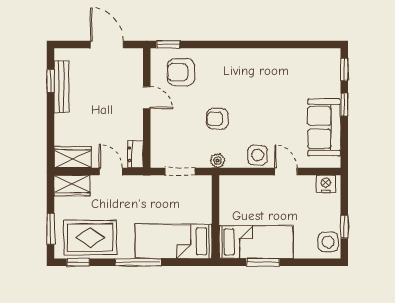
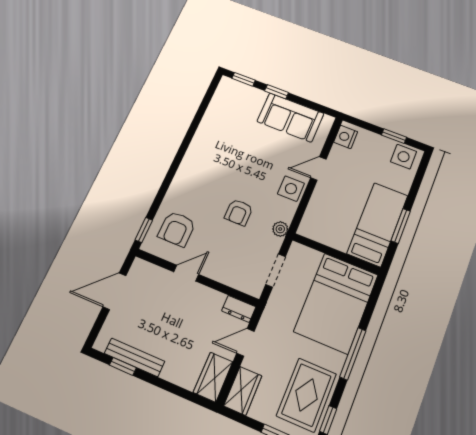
bed: (174, 241) -> (336, 303), width x1.50

